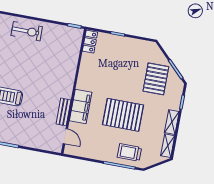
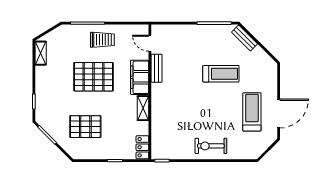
pallet: (156, 79) -> (85, 127), moved, turned 90
shelving: (172, 122) -> (143, 108), moved
trolley: (129, 152) -> (102, 40), moved

